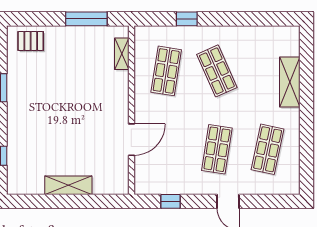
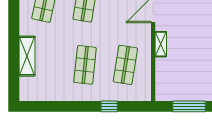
shelving: (122, 54) -> (161, 44), moved
shop shelf: (217, 71) -> (85, 65), turned 30

